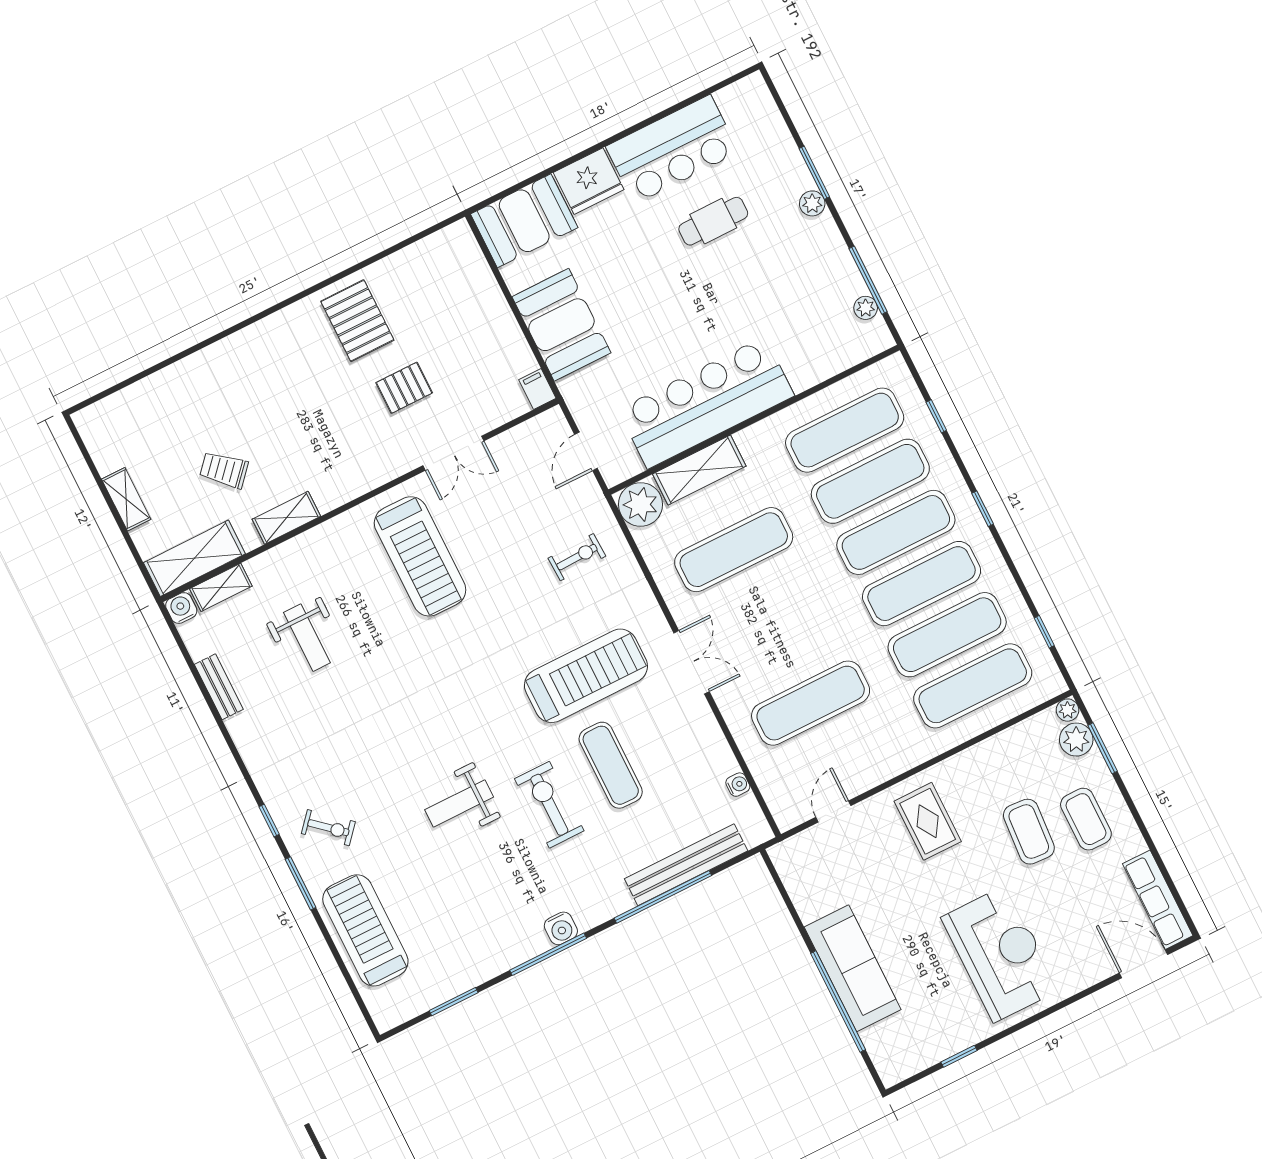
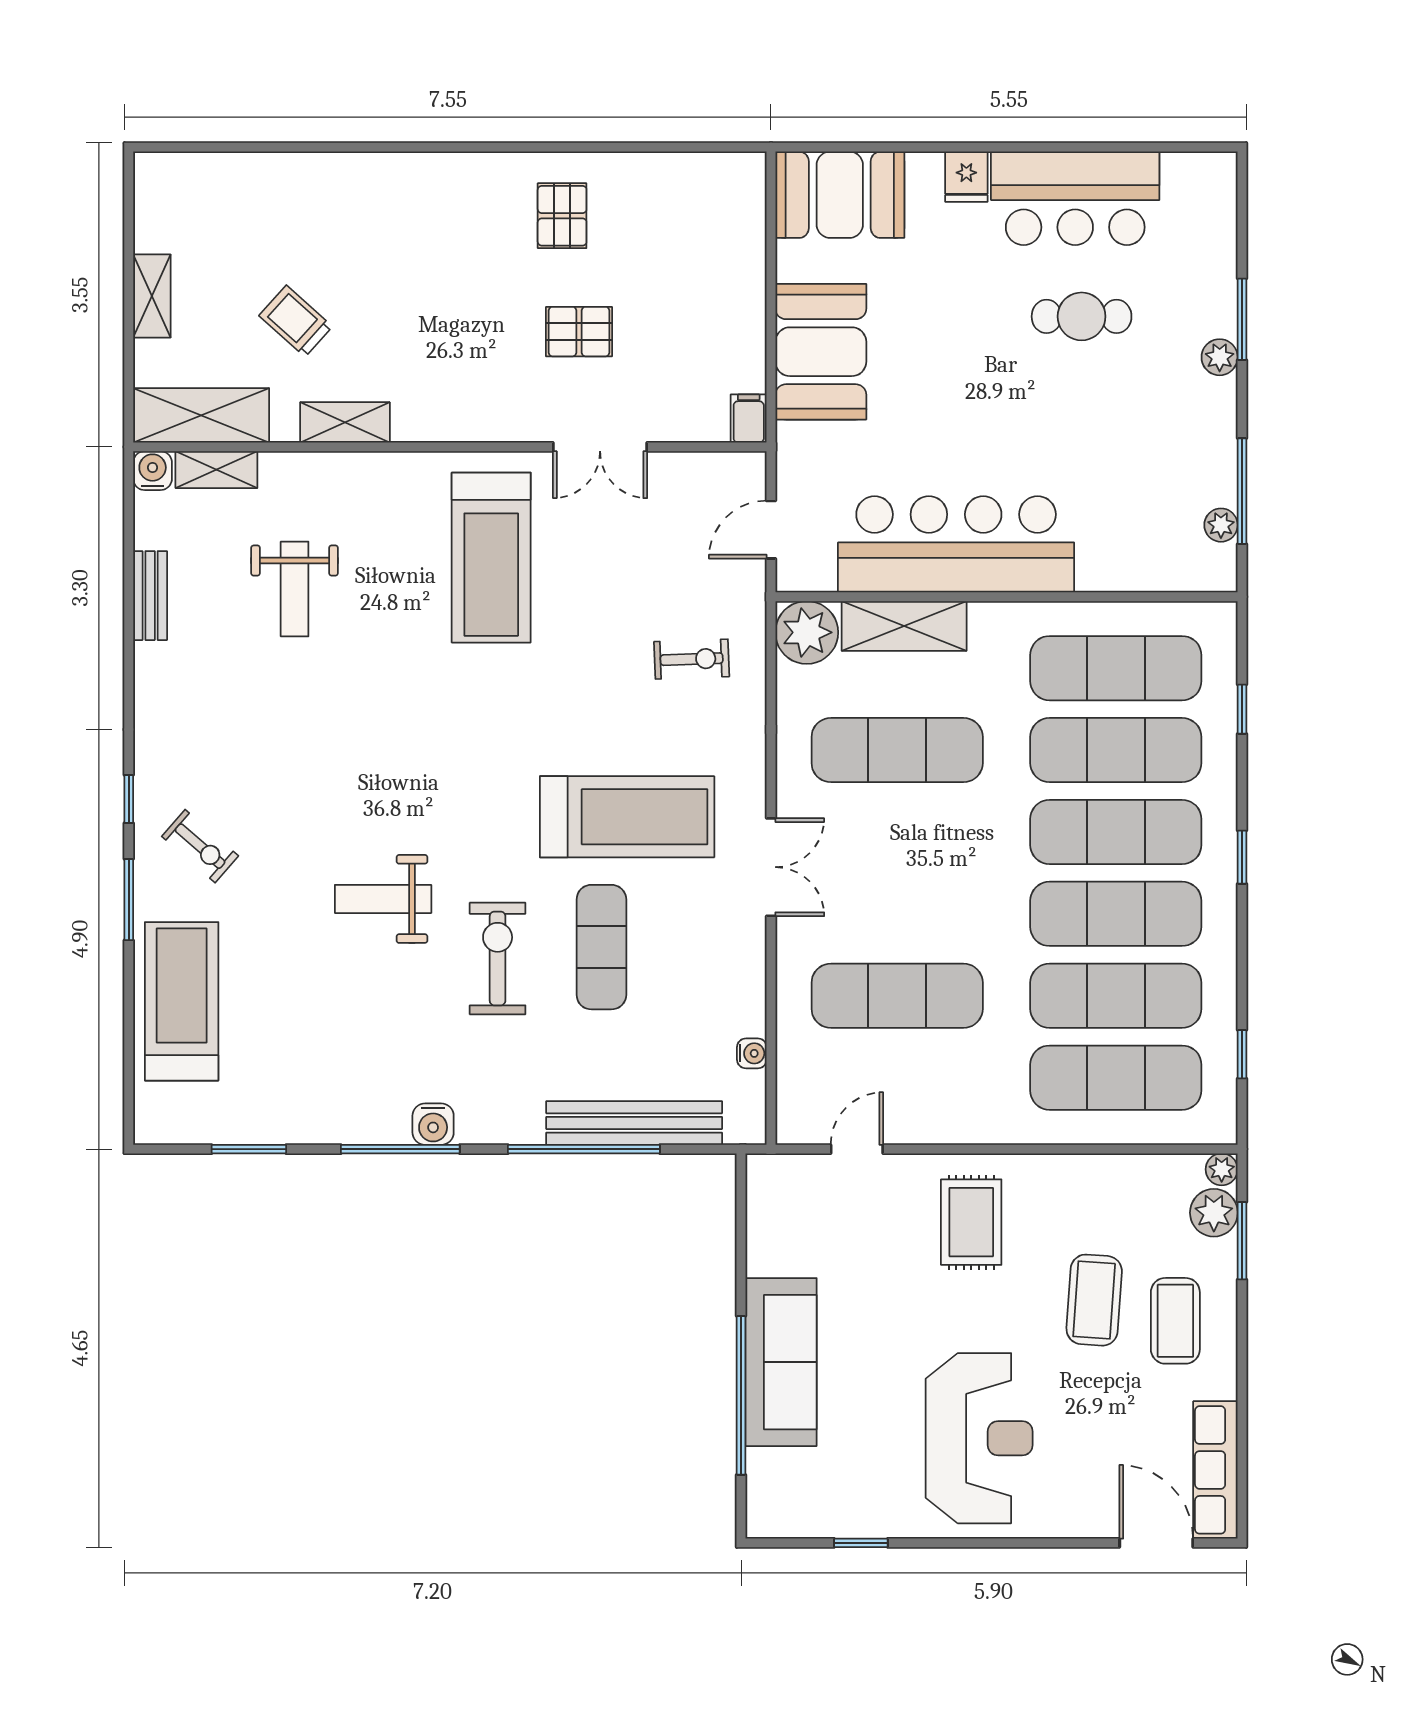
fridge: (589, 181) -> (966, 177), width x0.53, depth x0.75
pallet: (357, 321) -> (562, 216), width x0.67, depth x0.71

